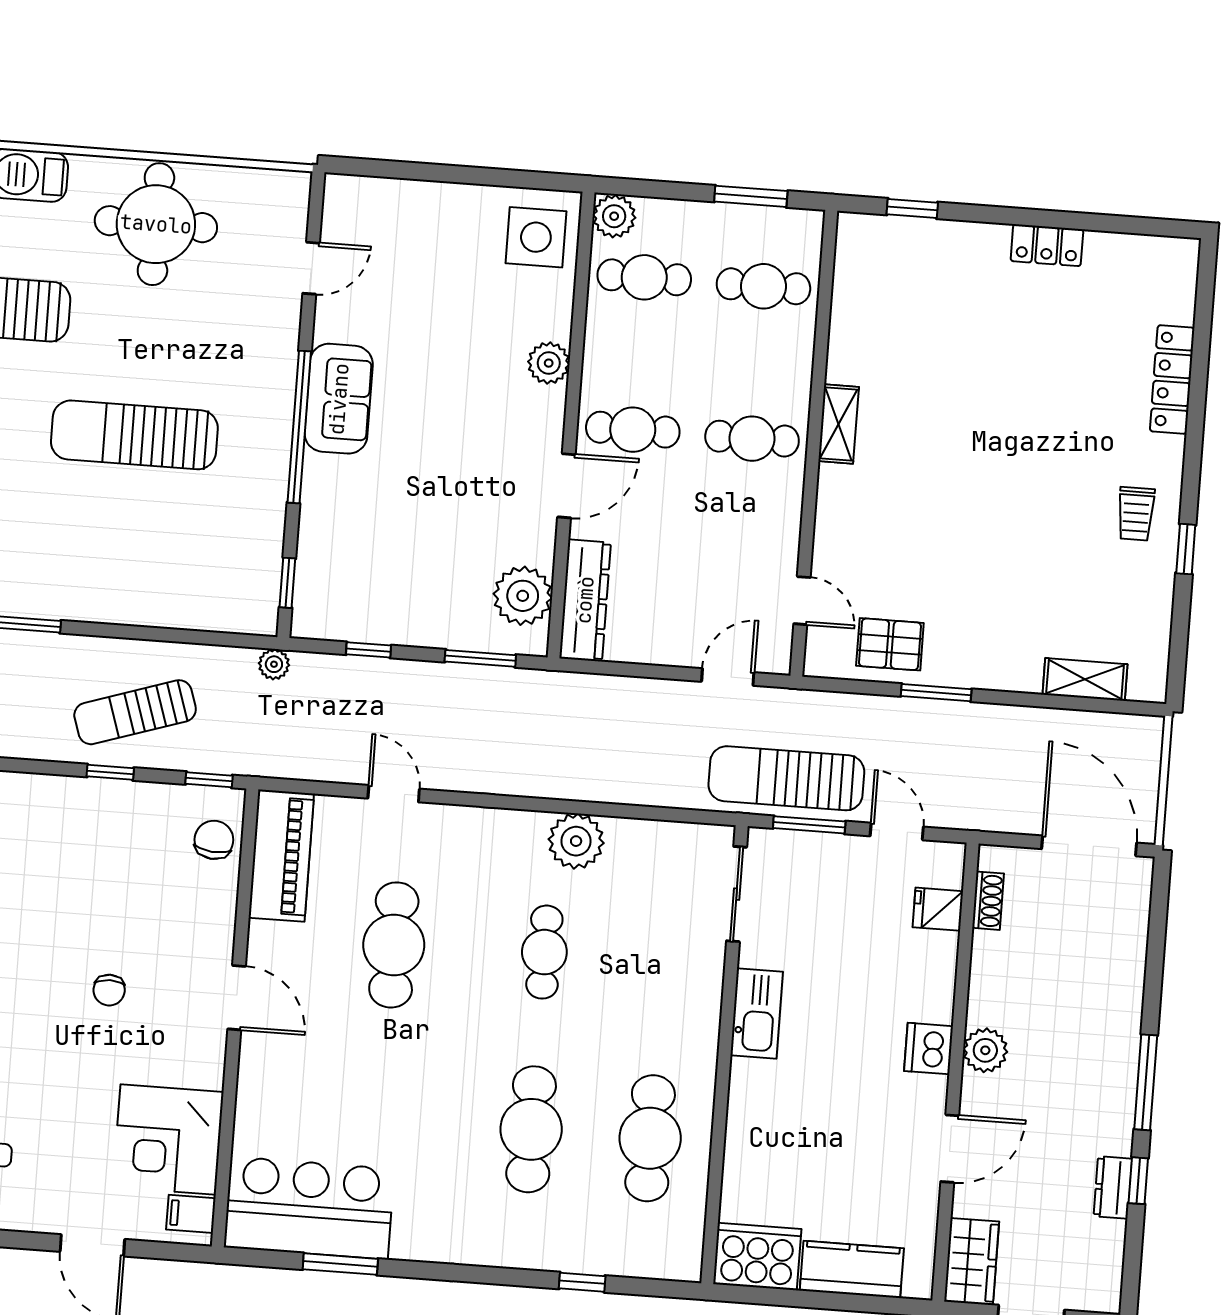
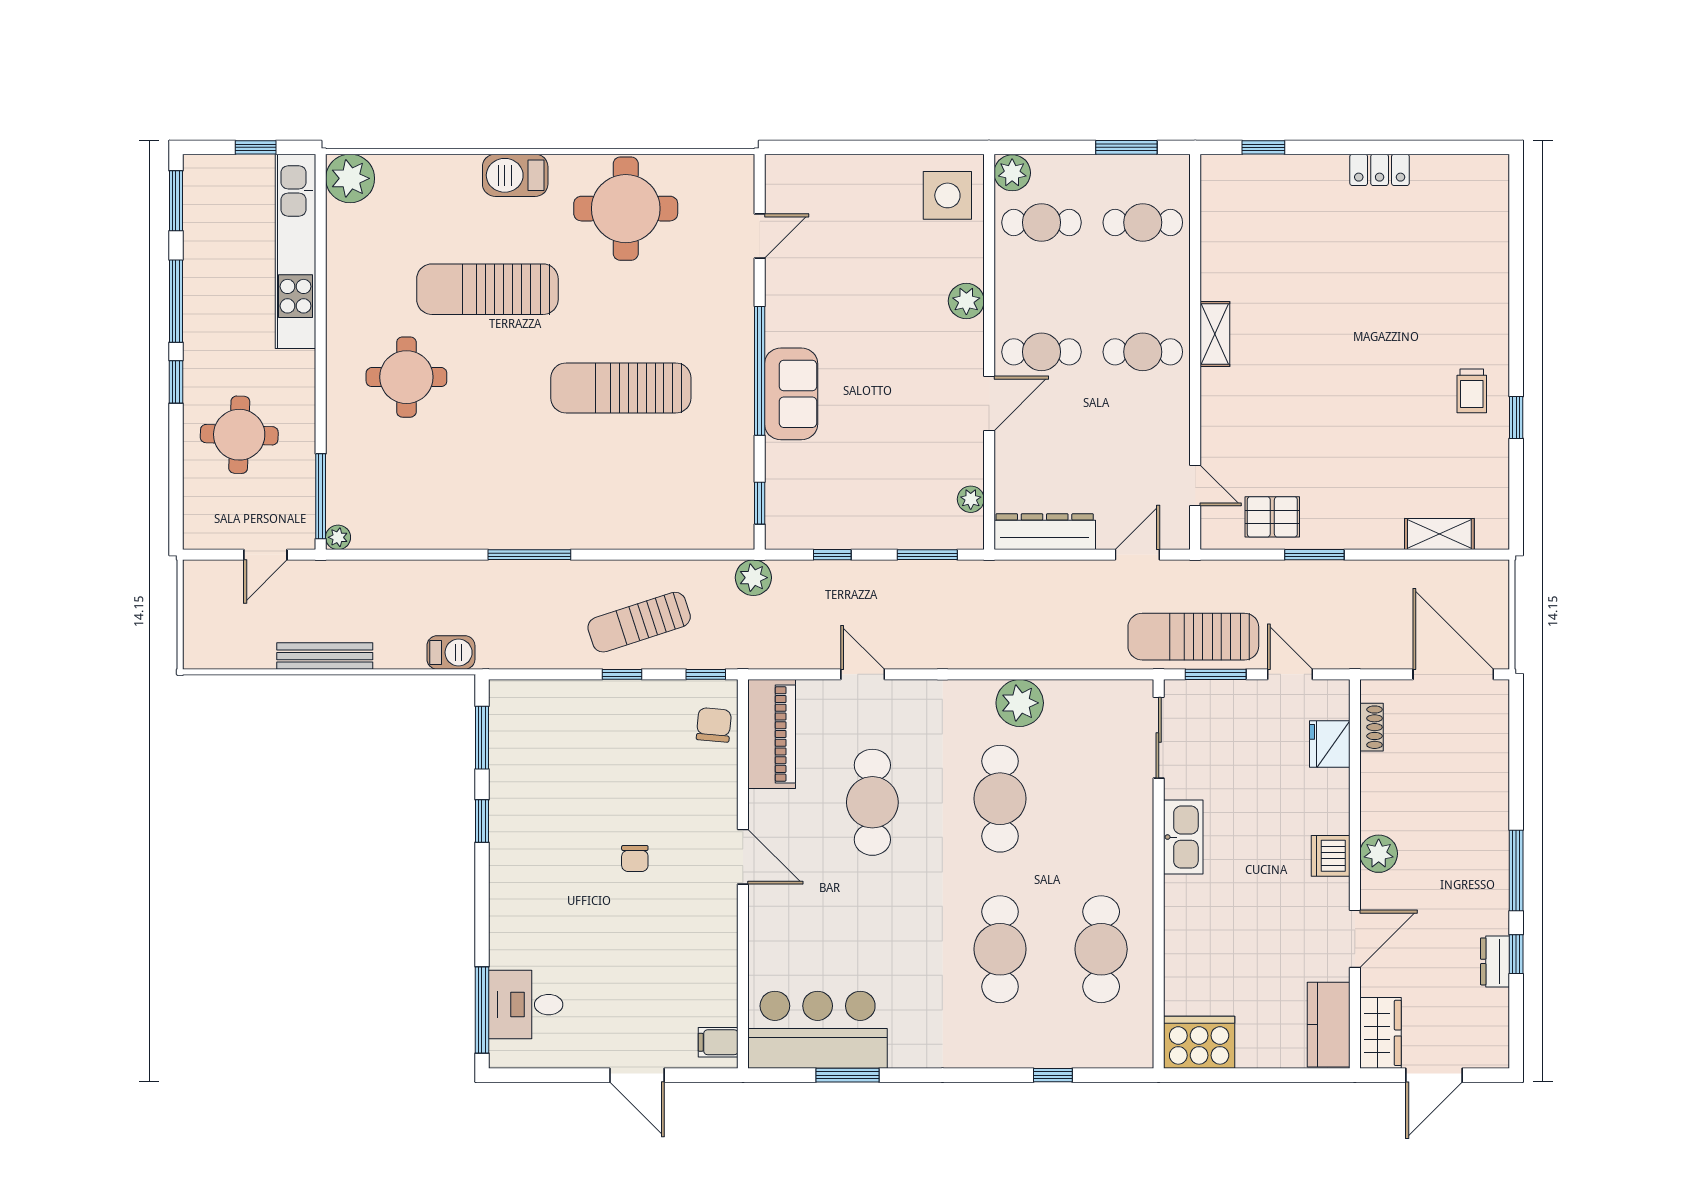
locker: (1172, 380) -> (1494, 275), removed
sofa: (339, 399) -> (791, 394), moved
plant: (523, 596) -> (971, 499), width x0.53, depth x0.53
dresser: (585, 600) -> (1045, 532), moved, turned -90
plant: (274, 664) -> (753, 578), width x1.38, depth x1.38
fridge: (938, 909) -> (1330, 744), width x1.38
cafe table: (544, 952) -> (1000, 799), width x1.37, depth x1.35
corner desk: (168, 1140) -> (694, 981), removed
kitchen counter: (852, 1269) -> (1329, 1025), moved, turned -90

